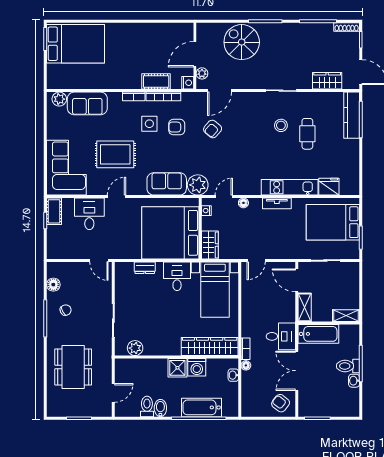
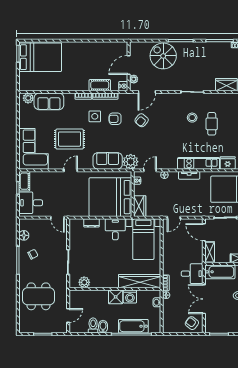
desk: (89, 214) -> (31, 203), moved, turned -90
dining table: (73, 367) -> (39, 296), turned 90

